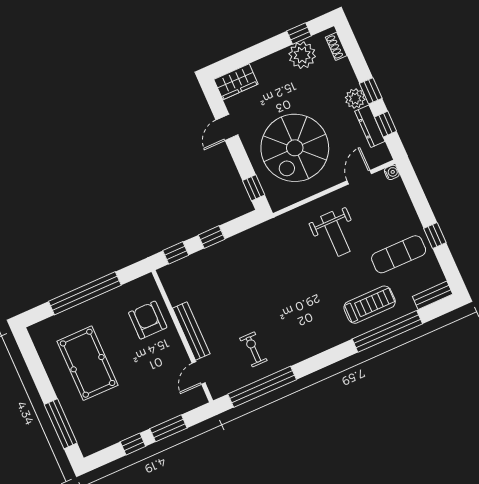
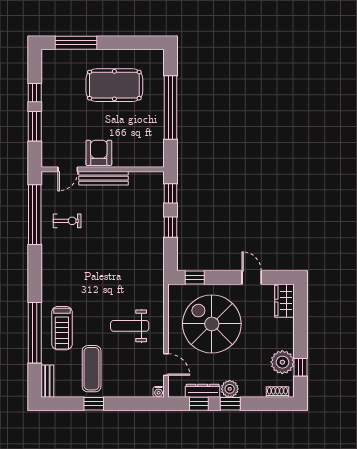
armchair: (148, 320) -> (99, 153), moved, turned -90
door: (199, 373) -> (68, 169), swing flipped

